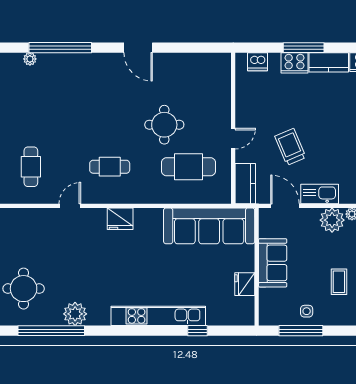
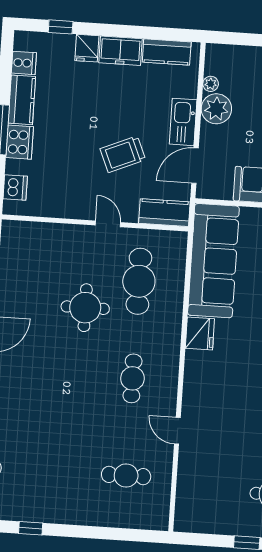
fridge: (120, 219) -> (200, 334), moved

